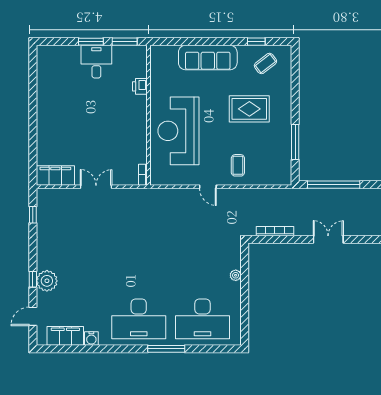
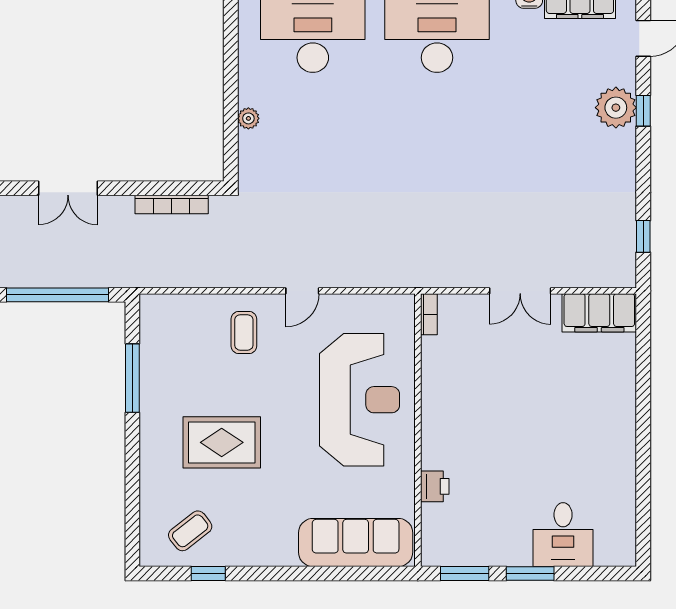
sofa: (208, 58) -> (356, 543), moved
desk: (96, 62) -> (563, 535), moved
door: (208, 187) -> (302, 291), swing flipped

